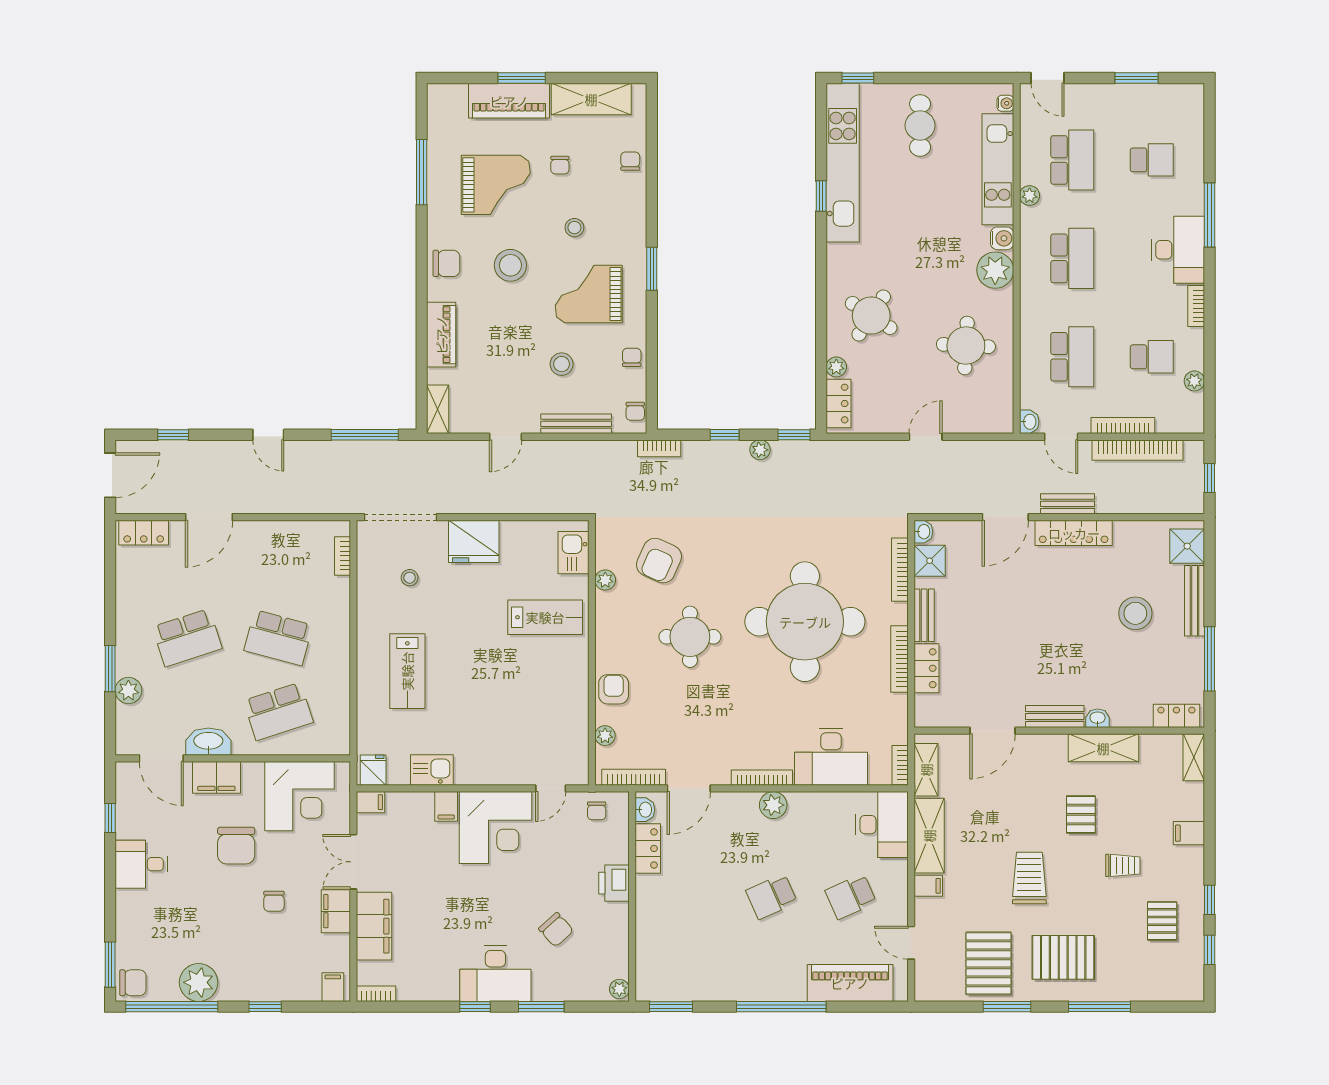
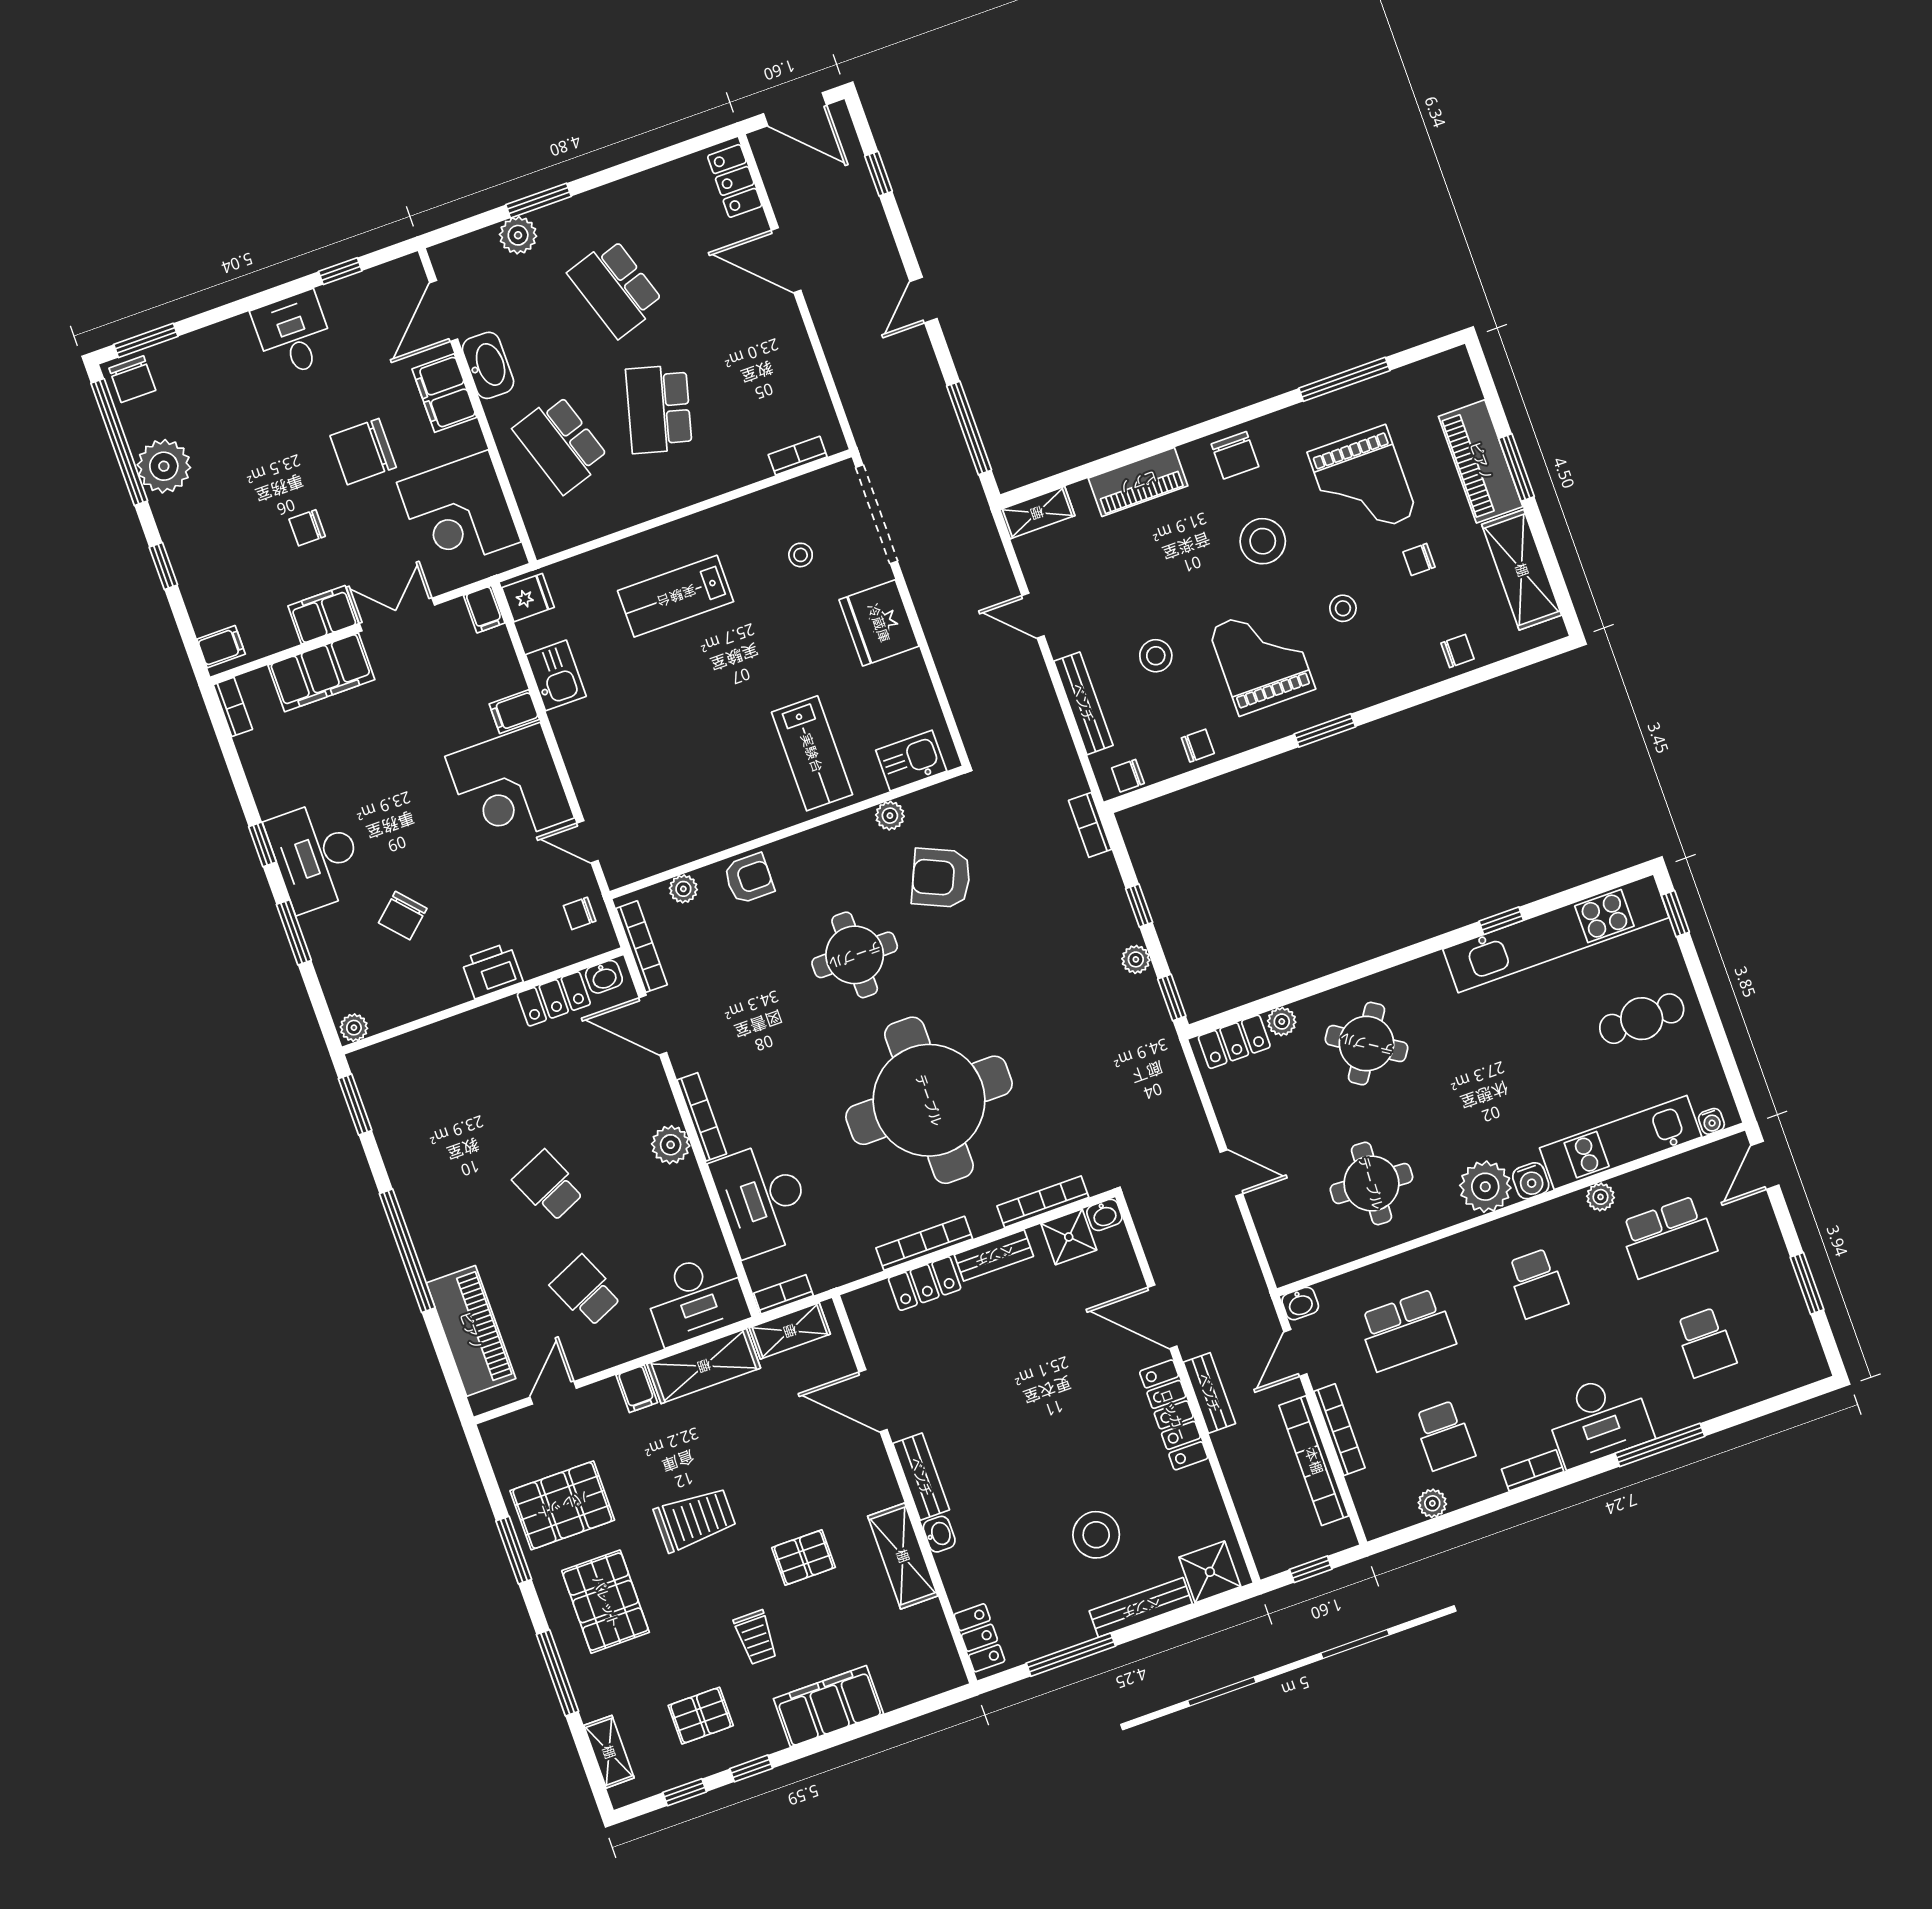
school desk: (1072, 258) -> (1537, 1283), width x0.54
shelving: (1194, 757) -> (609, 1752), moved, turned 90
filing cabinet: (1189, 833) -> (828, 1706), width x3.00, depth x1.17

